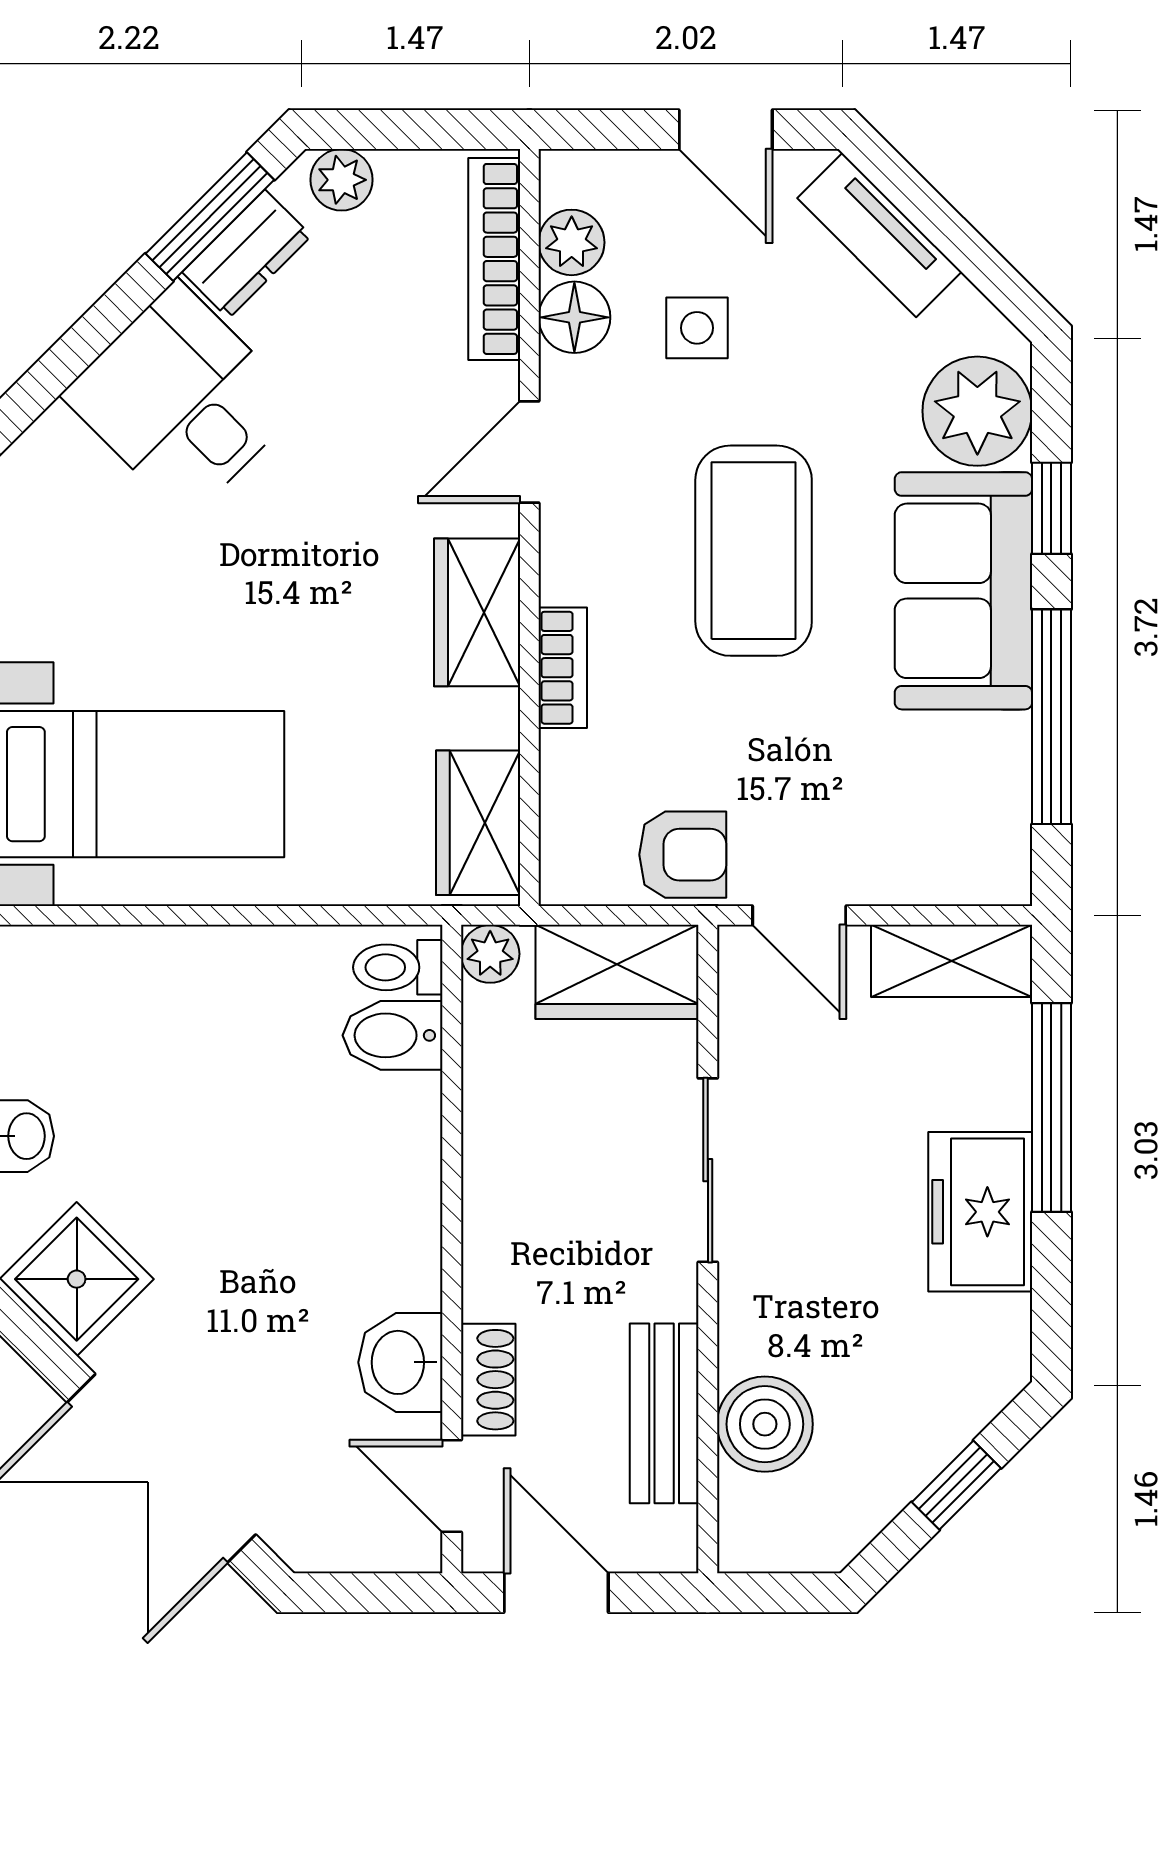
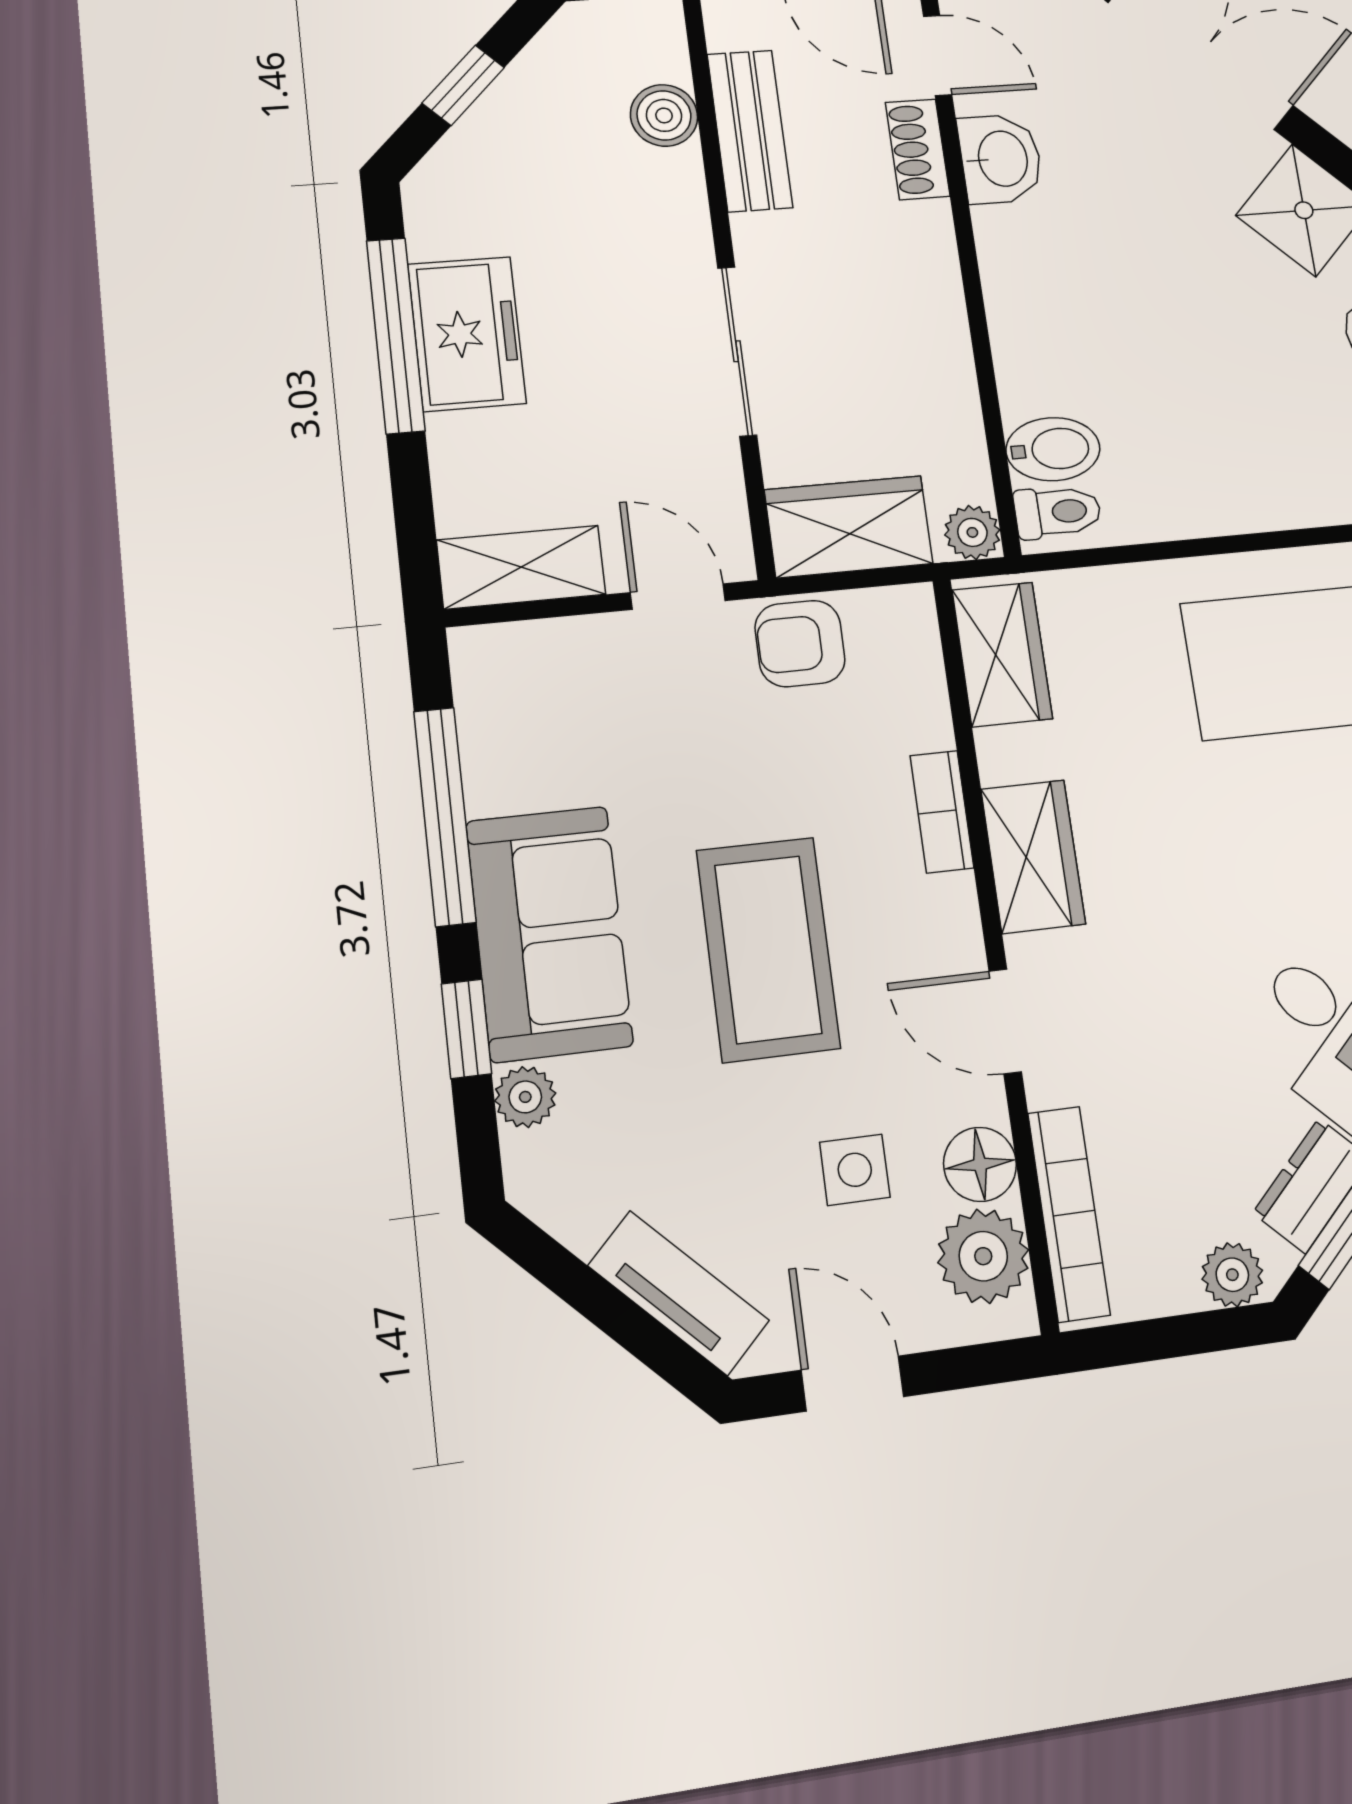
plant: (572, 242) -> (983, 1256), width x1.38, depth x1.38
plant: (977, 411) -> (525, 1097), width x0.53, depth x0.53
door: (529, 452) -> (1005, 1021), swing flipped
window: (1051, 1108) -> (396, 335), moved
boiler: (765, 1424) -> (664, 115), width x0.73, depth x0.73

